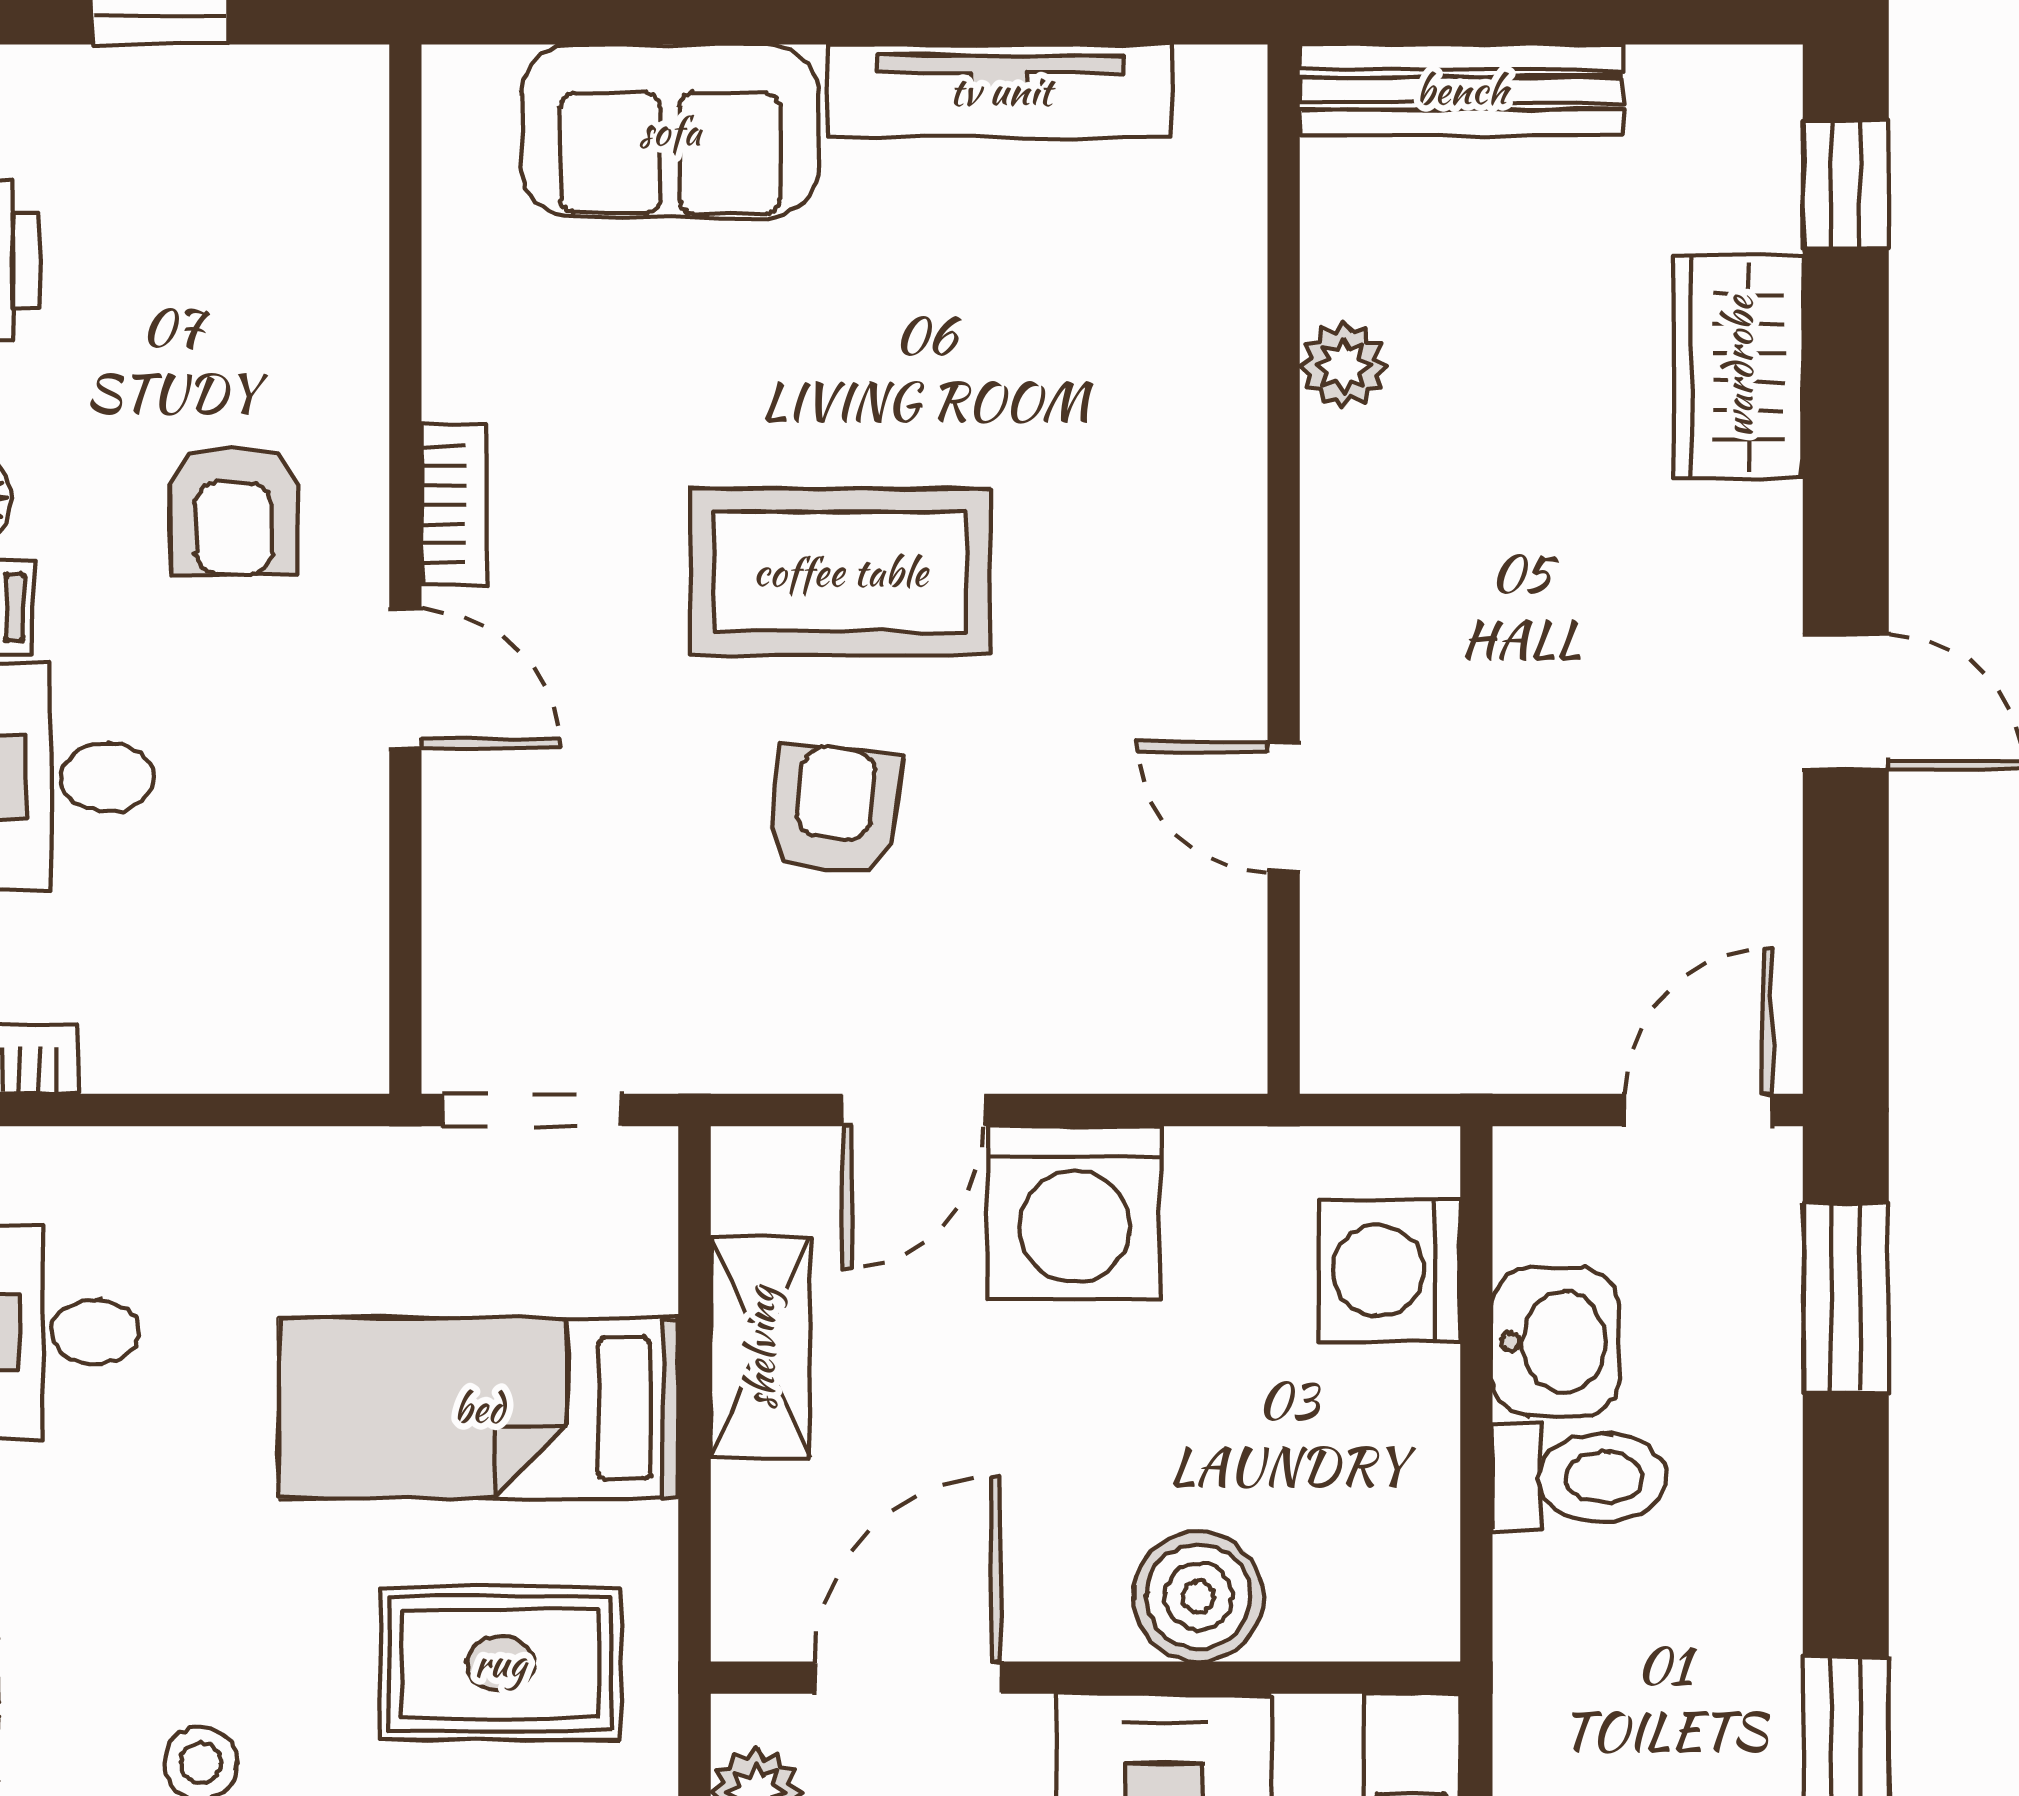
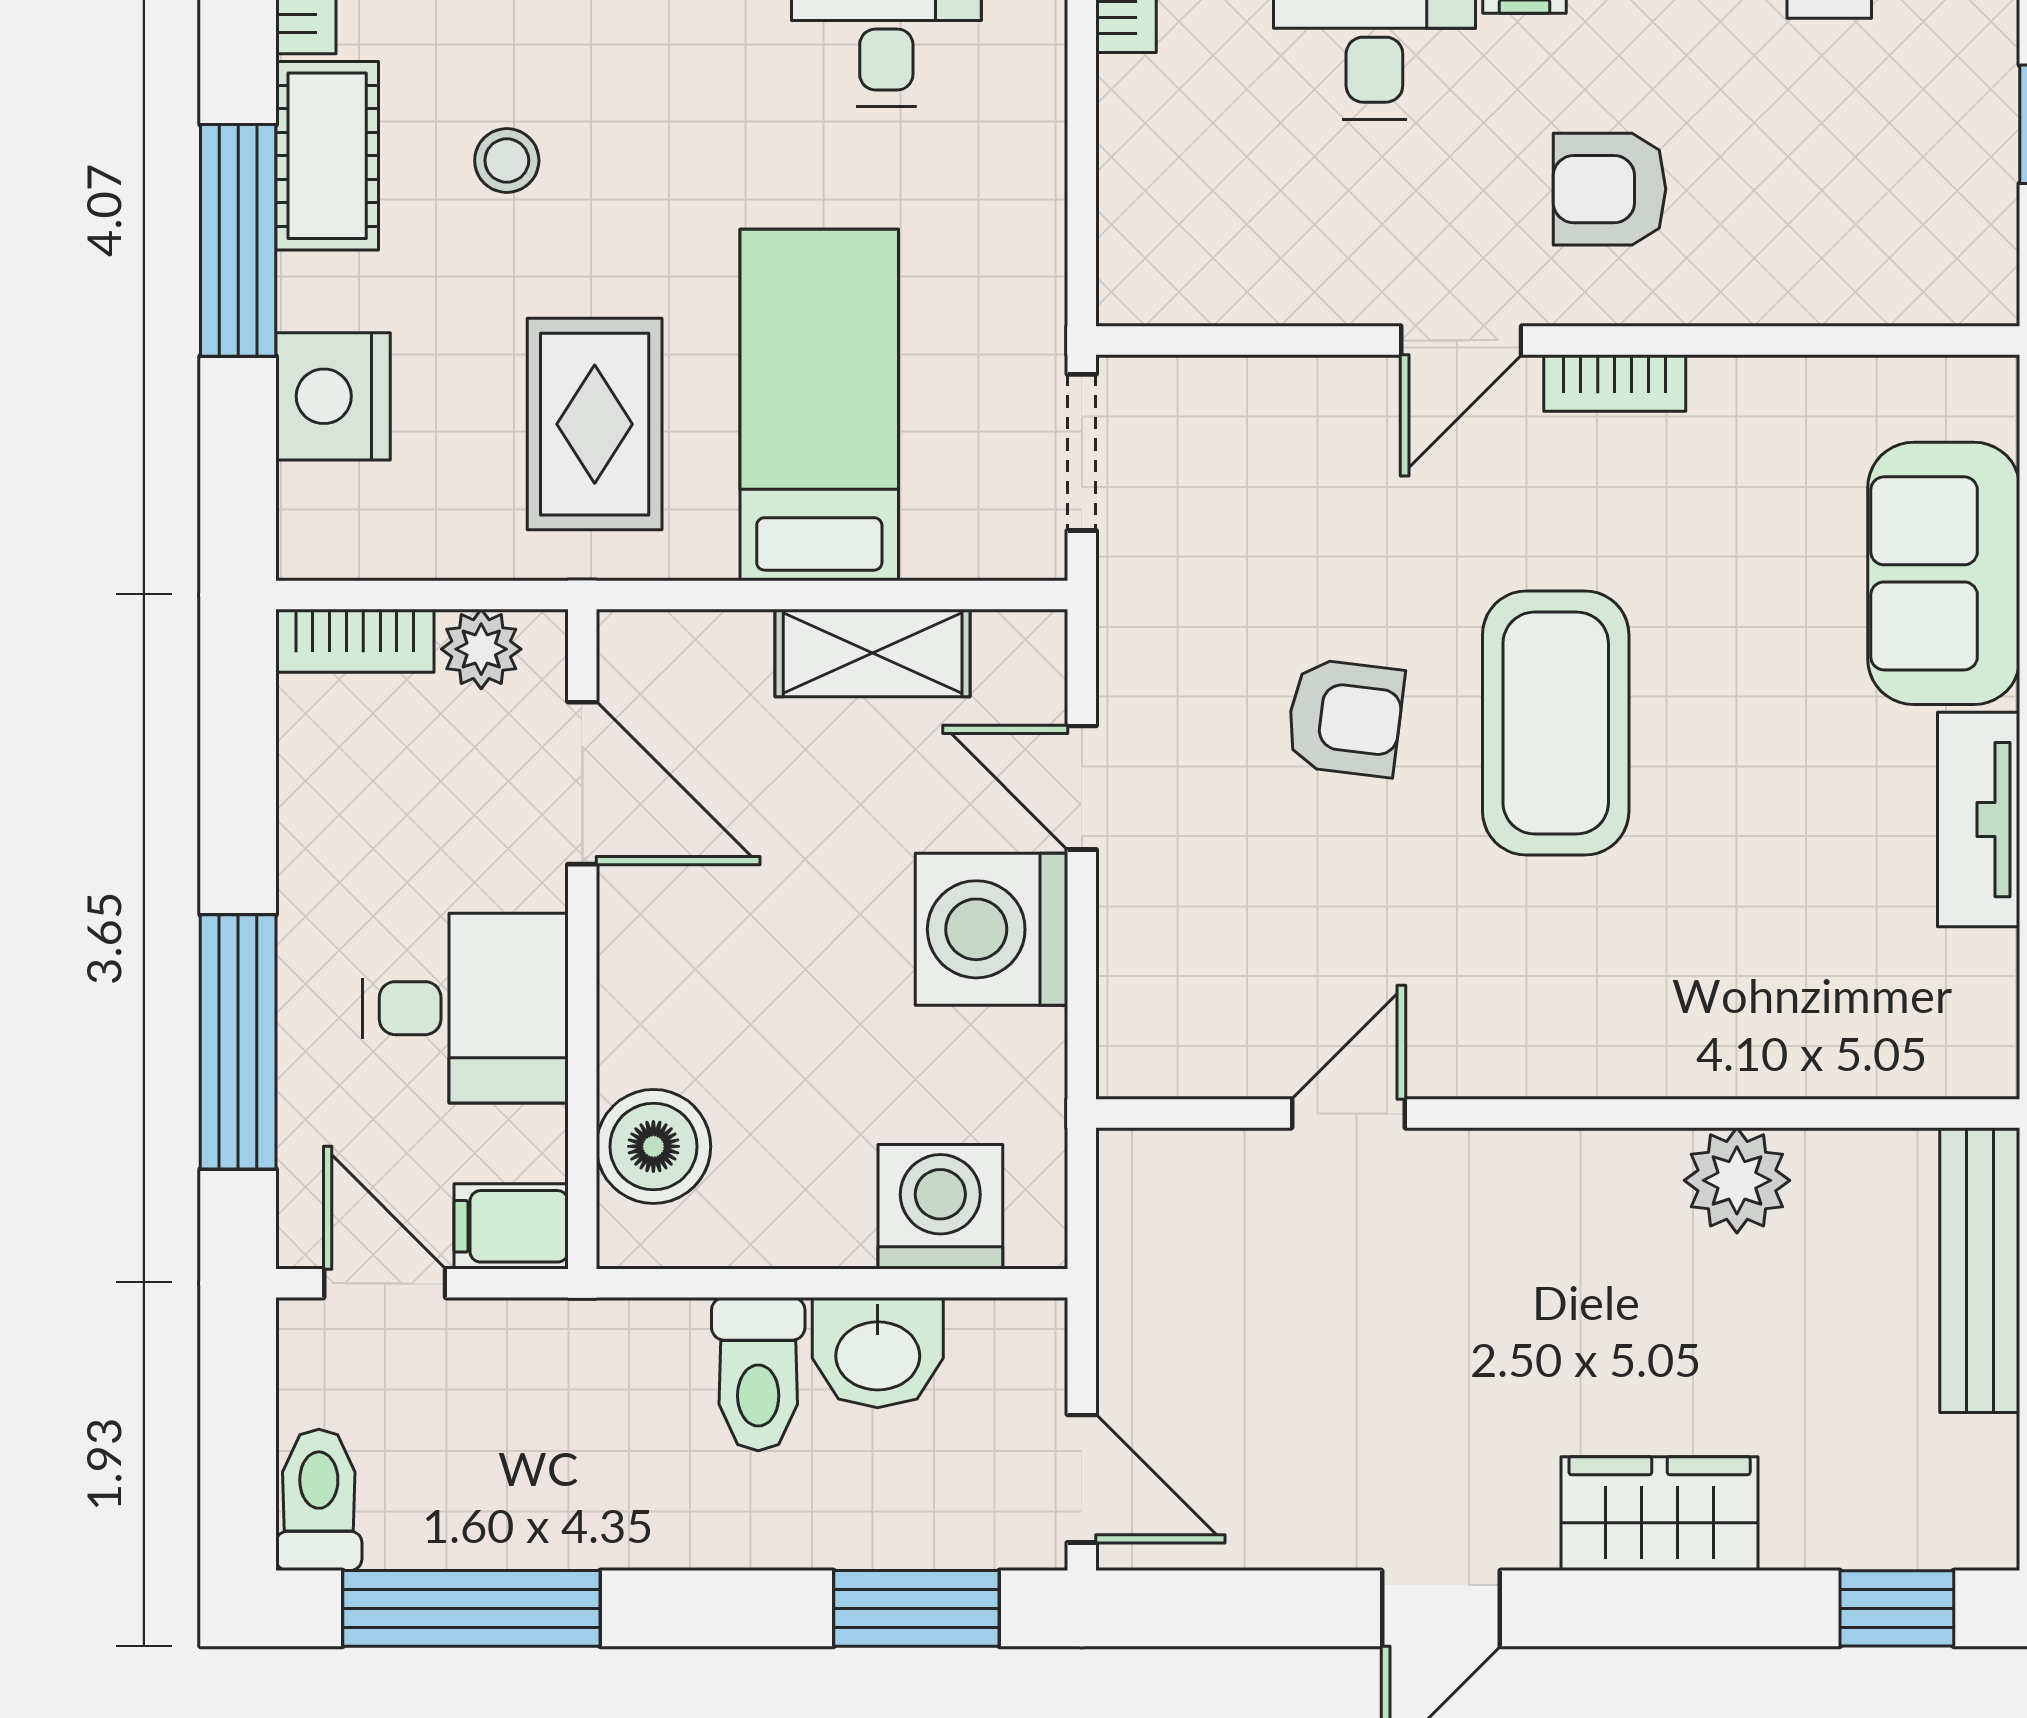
tv unit: (1000, 91) -> (1979, 820), width x0.71
plant: (1343, 366) -> (1737, 1180), width x1.38, depth x1.38
wardrobe: (1738, 367) -> (1660, 1514), moved
boiler: (1198, 1597) -> (653, 1146), moved

